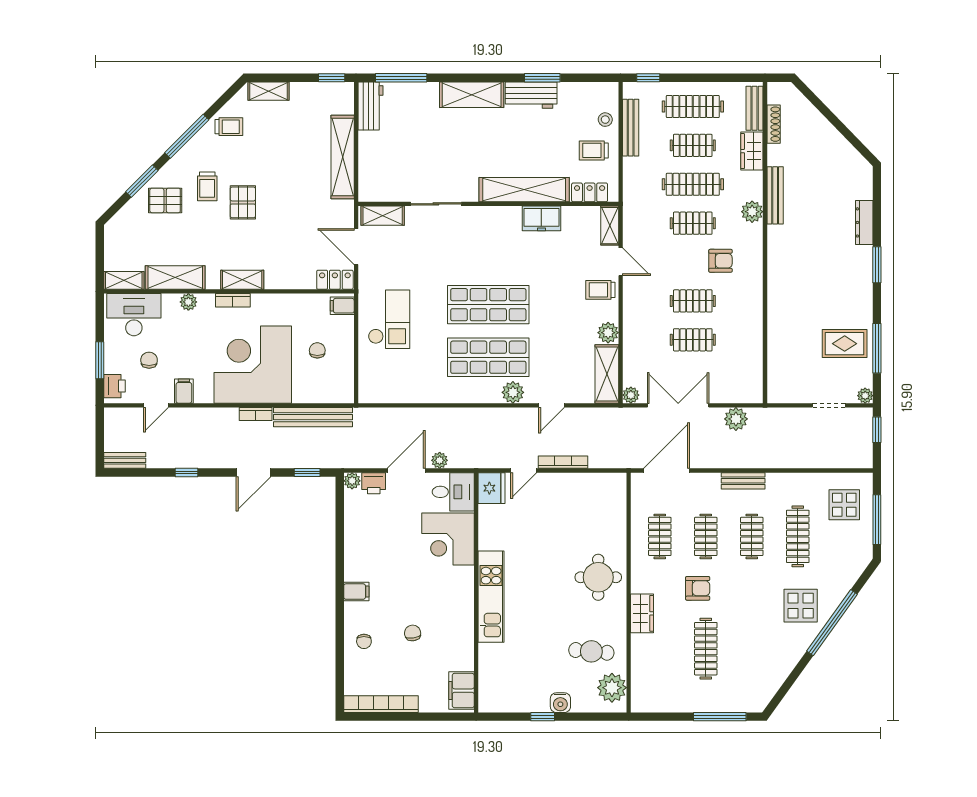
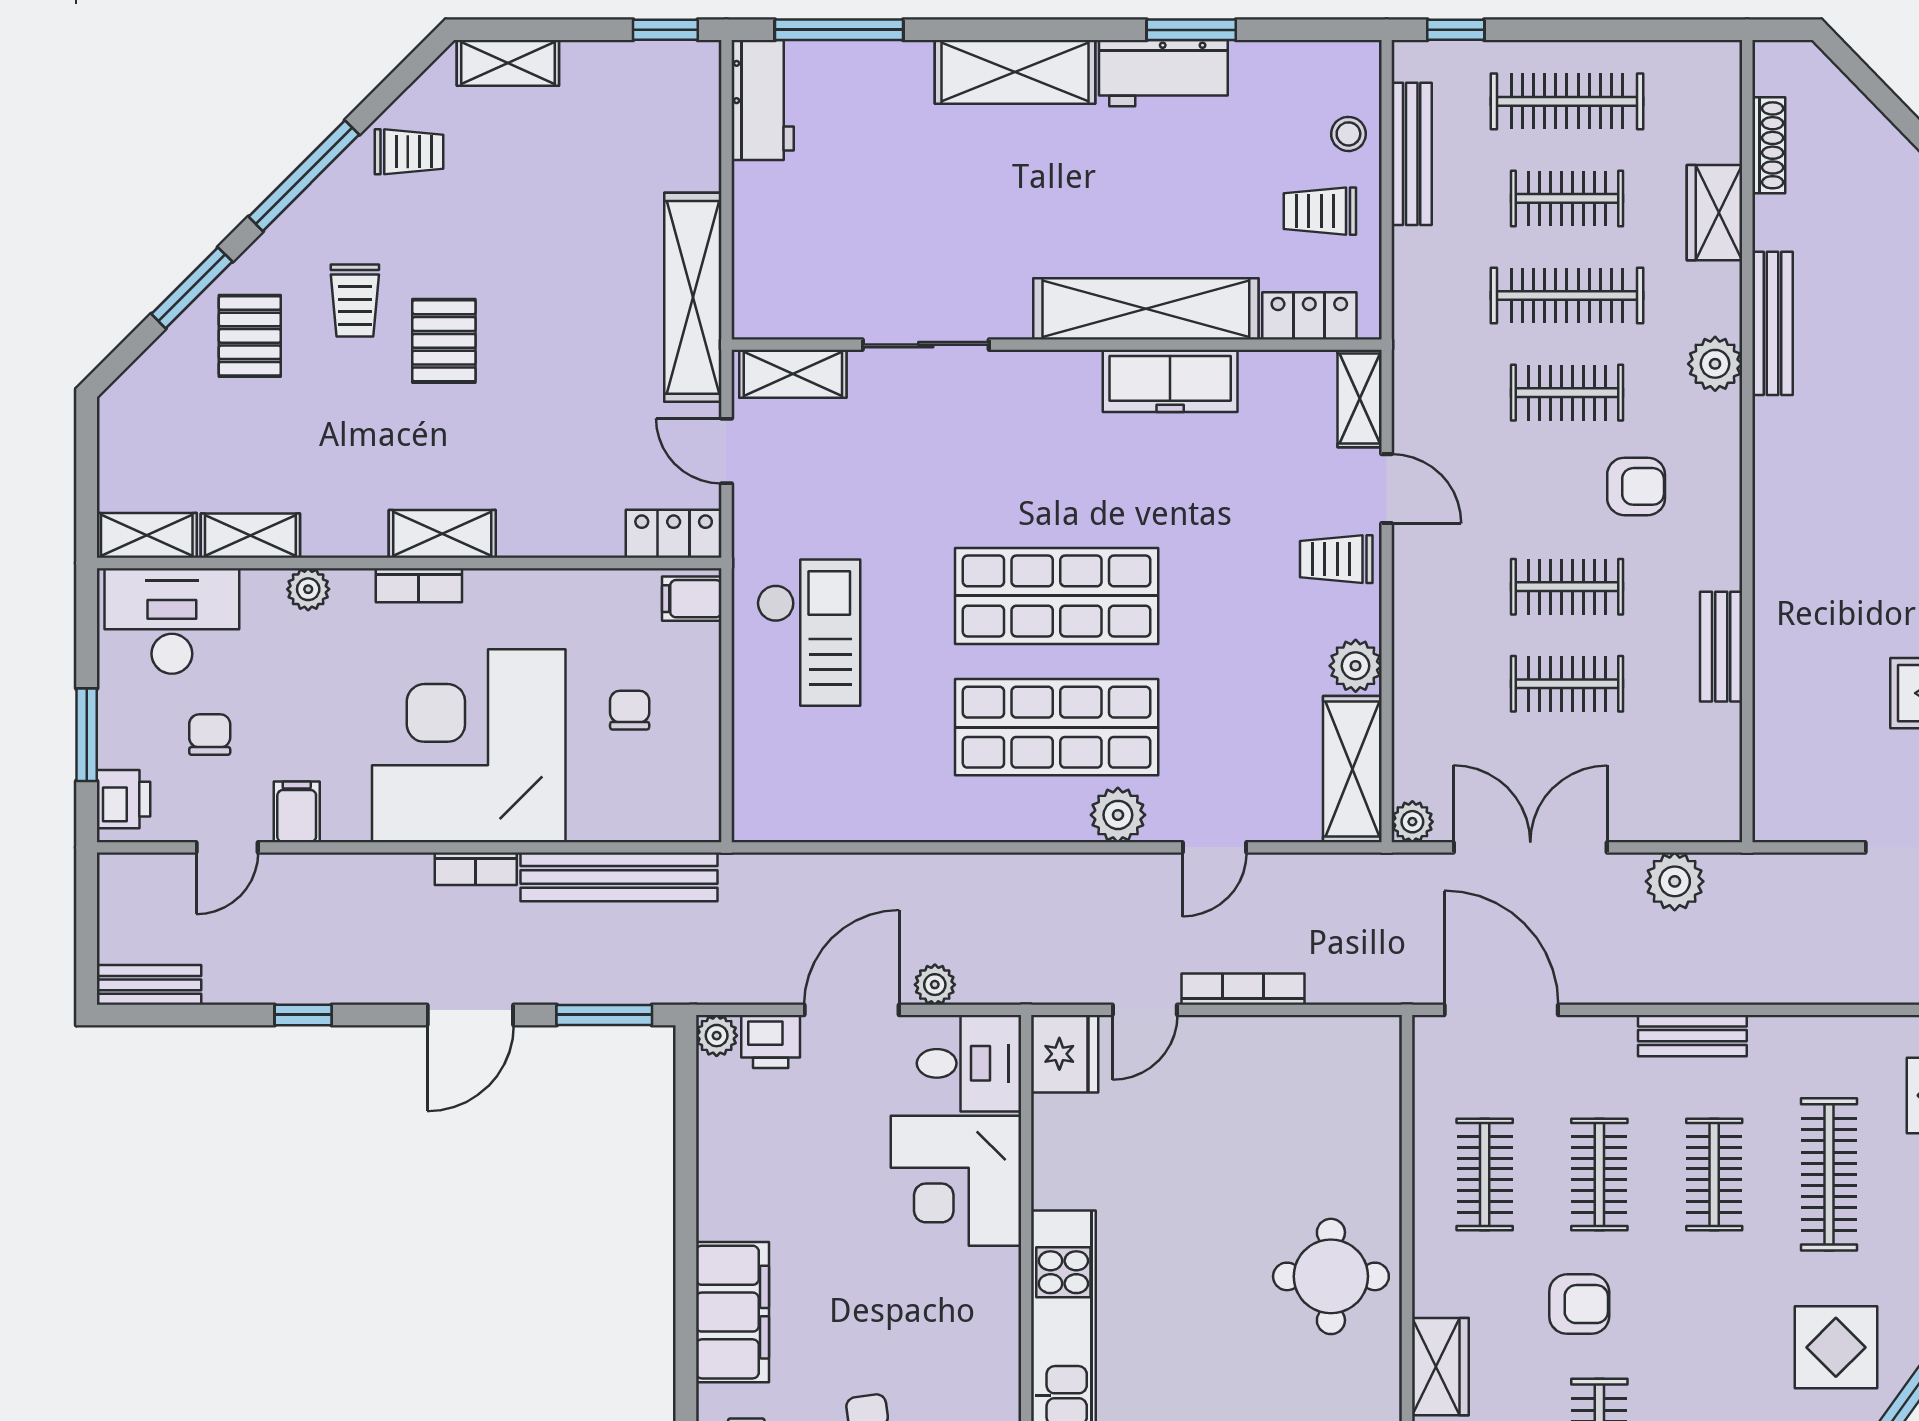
bench: (755, 108) -> (1721, 647), moved
shelving: (343, 157) -> (693, 297), moved
pallet: (165, 200) -> (250, 336), turned 90
freezer: (541, 218) -> (1170, 381), width x1.40
door: (356, 247) -> (726, 451), width x0.73
shelving: (175, 278) -> (250, 536), width x0.67, depth x0.75
door: (666, 470) -> (1501, 1010), hinge flipped
window: (307, 473) -> (604, 1015), width x1.50
filing cabinet: (356, 592) -> (732, 1312), width x3.00, depth x1.17

